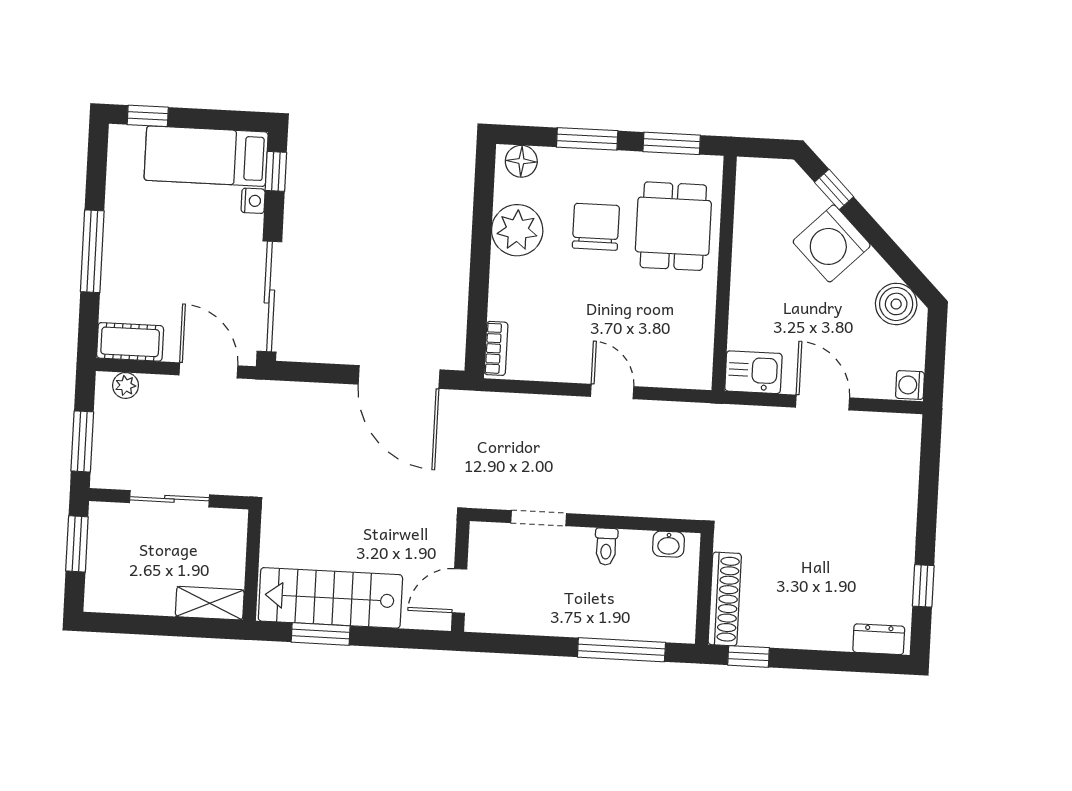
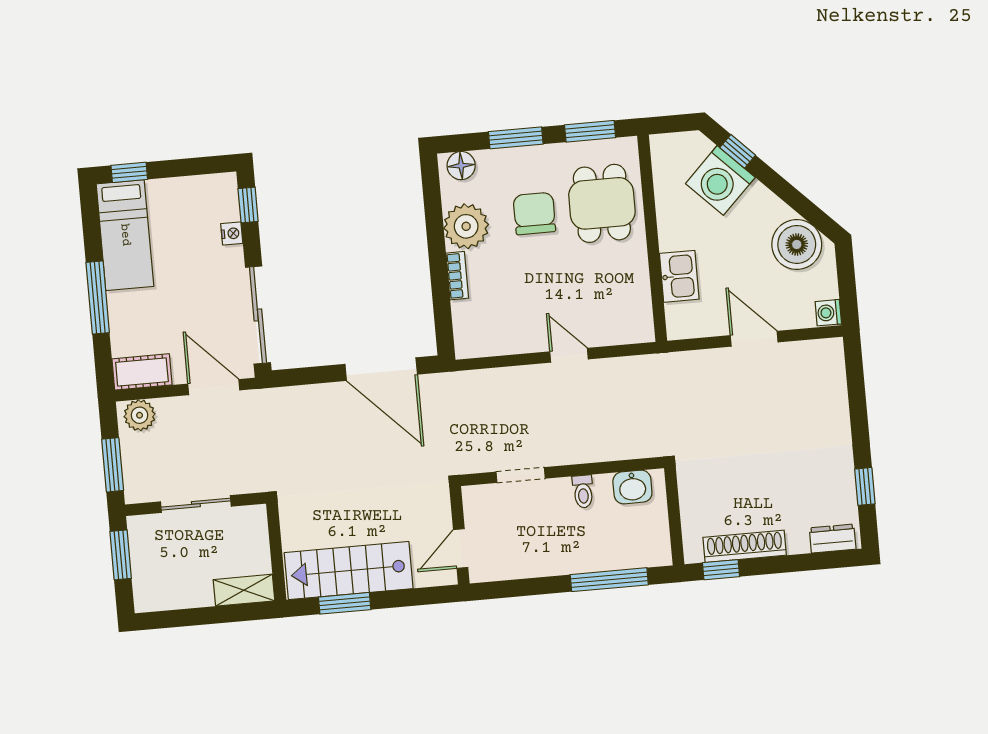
bed: (206, 156) -> (125, 235), moved, turned -90
washing machine: (832, 243) -> (720, 180), moved
boiler: (896, 304) -> (797, 244), width x1.37, depth x1.37
bookcase: (496, 348) -> (457, 276), moved
kitchen sink: (753, 372) -> (679, 276), moved, turned 90
plant: (126, 385) -> (140, 415), width x1.38, depth x1.38
washbasin: (669, 544) -> (632, 487), width x1.38, depth x1.45
shoe rack: (725, 599) -> (745, 546), moved, turned -90

